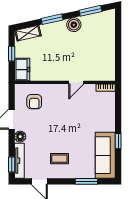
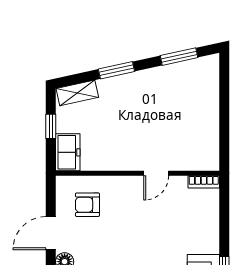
boiler: (74, 25) -> (152, 79), removed
armchair: (34, 102) -> (87, 205), turned 90

